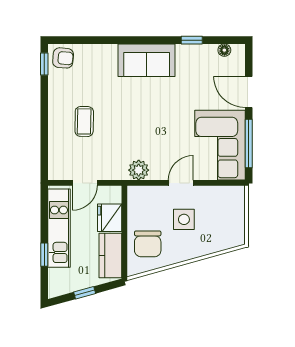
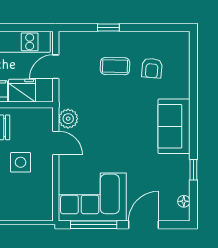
armchair: (63, 58) -> (152, 68), moved
window: (44, 64) -> (108, 28), moved
door: (85, 183) -> (56, 67), hinge flipped
door: (181, 183) -> (56, 143), moved

